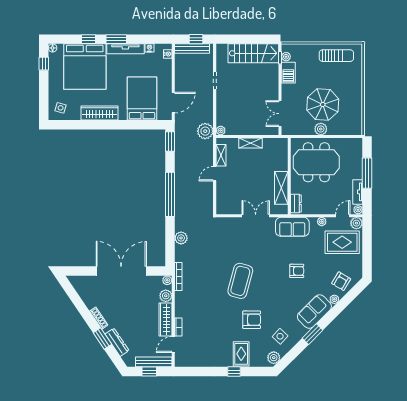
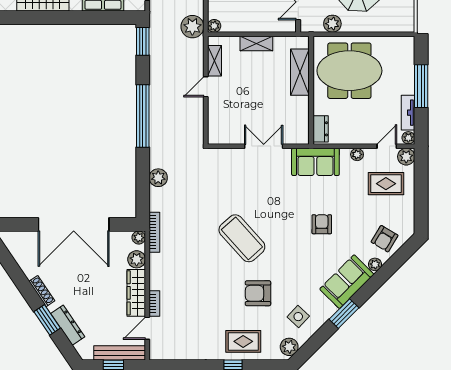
plant: (321, 129) -> (332, 24), moved
shelving: (281, 188) -> (300, 72), moved
rug: (342, 242) -> (386, 184), width x0.73, depth x0.70
double door: (121, 271) -> (74, 224), swing flipped
armchair: (297, 271) -> (322, 224), turned -90
coffee table: (240, 281) -> (242, 238), turned -57
armchair: (252, 320) -> (258, 293), turned 180
rug: (241, 354) -> (243, 341), turned 90

